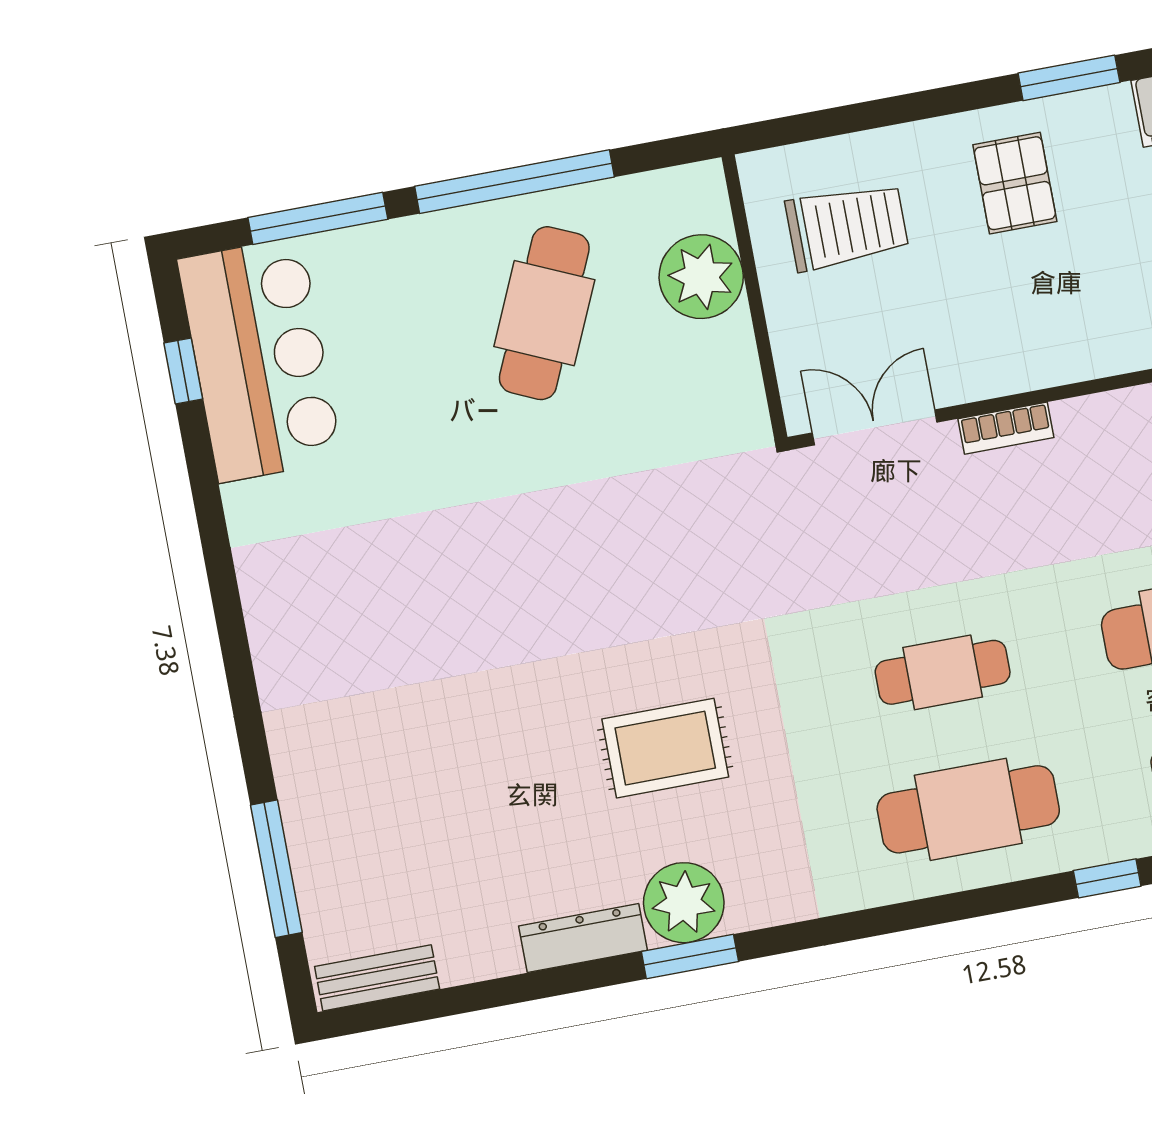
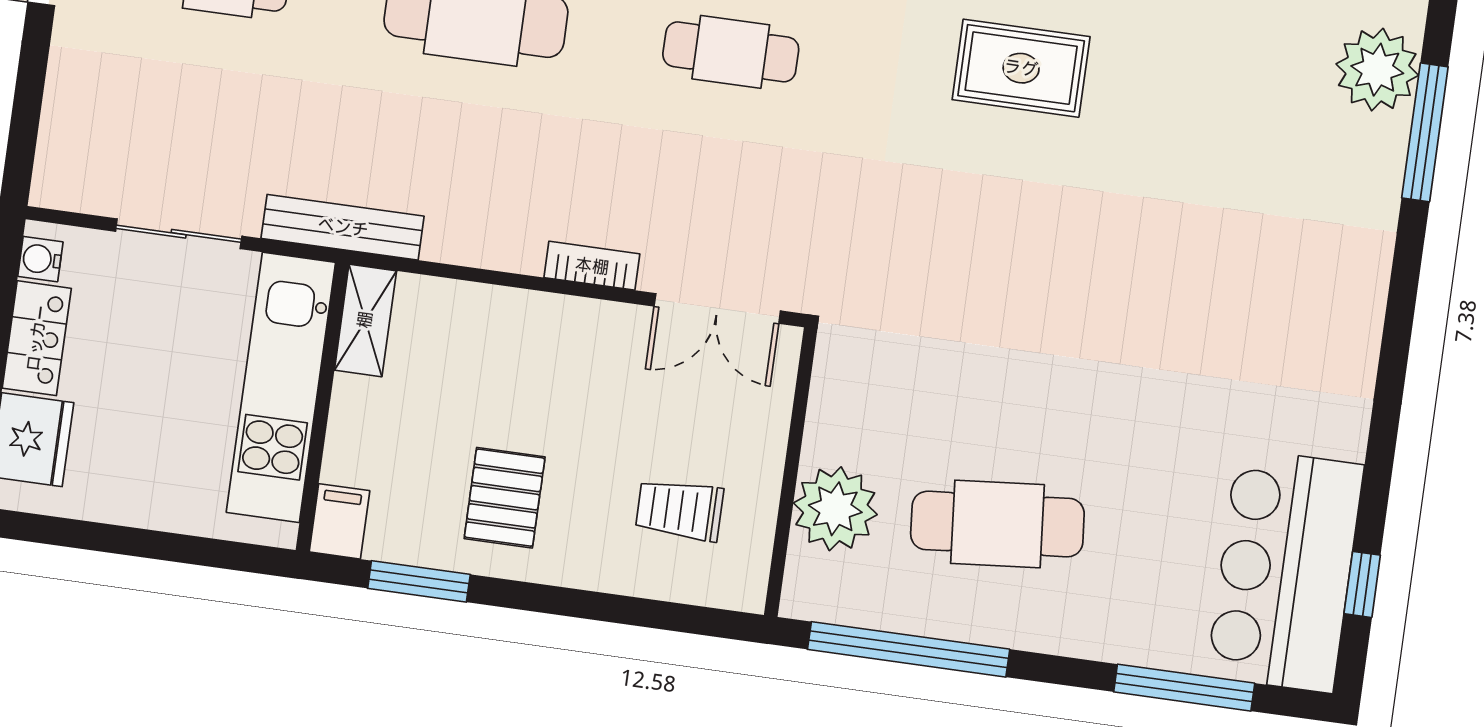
window: (514, 182) -> (909, 649), moved
trolley: (847, 227) -> (679, 510), width x0.73, depth x0.72
cafe table: (544, 313) -> (997, 524), turned 61
plant: (331, 859) -> (1377, 70), added
window: (276, 869) -> (1425, 132), moved

